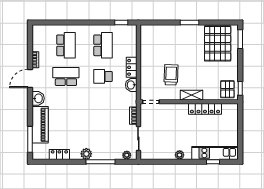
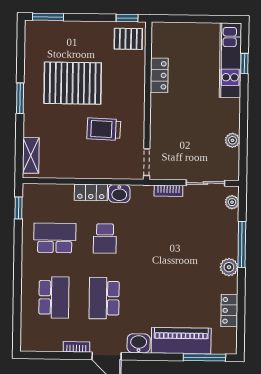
pallet: (218, 43) -> (73, 83), moved
school desk: (66, 45) -> (54, 297), turned 90
shelving: (191, 95) -> (31, 155), moved
locker: (205, 109) -> (159, 75), width x0.66
plant: (180, 155) -> (232, 140), moved

